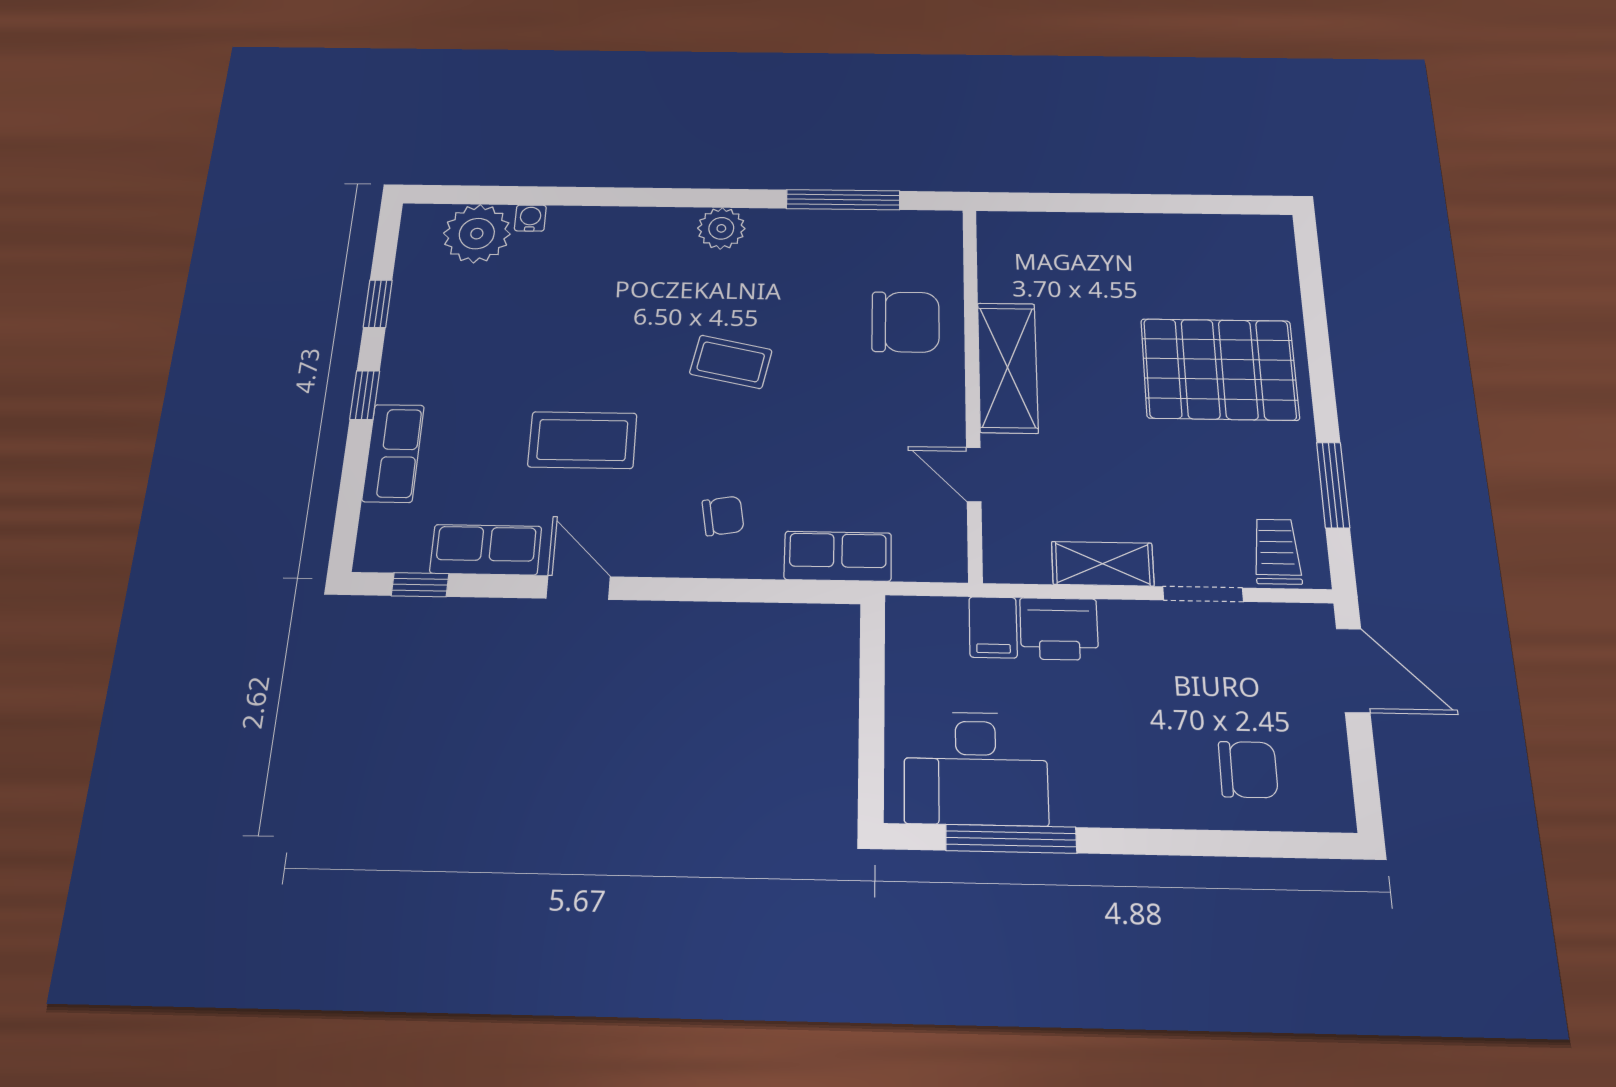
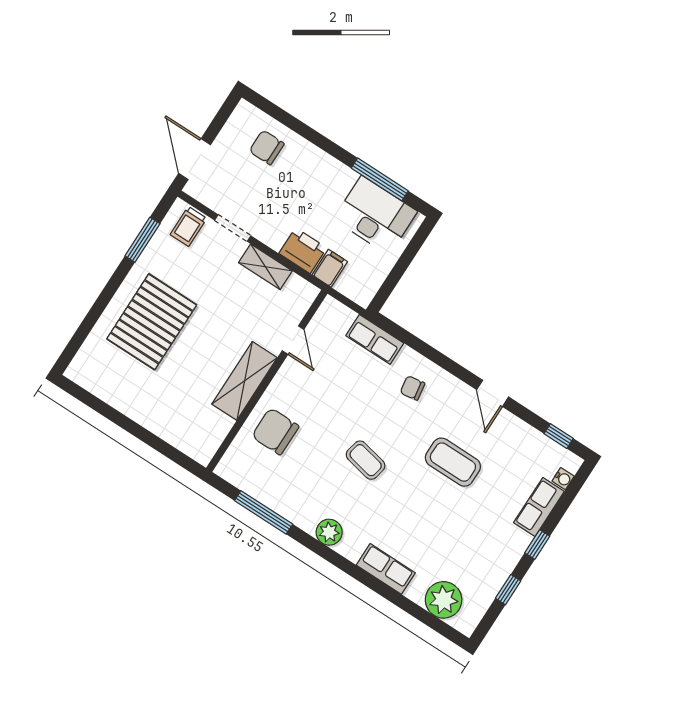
water cooler: (530, 218) -> (563, 479), moved, turned -90
pallet: (1219, 369) -> (152, 322), turned 90
row of seats: (486, 550) -> (386, 569), moved, turned 180

